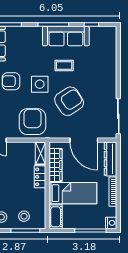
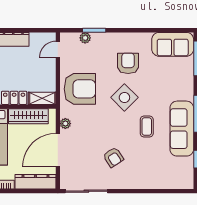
side table: (40, 84) -> (124, 97), turned 45
armchair: (69, 101) -> (113, 157), moved, width x0.53, depth x0.53
plant: (62, 134) -> (65, 124), added

